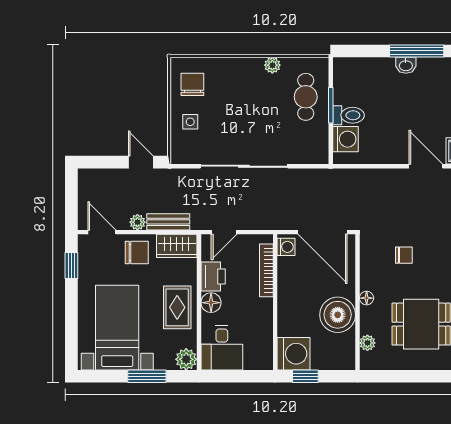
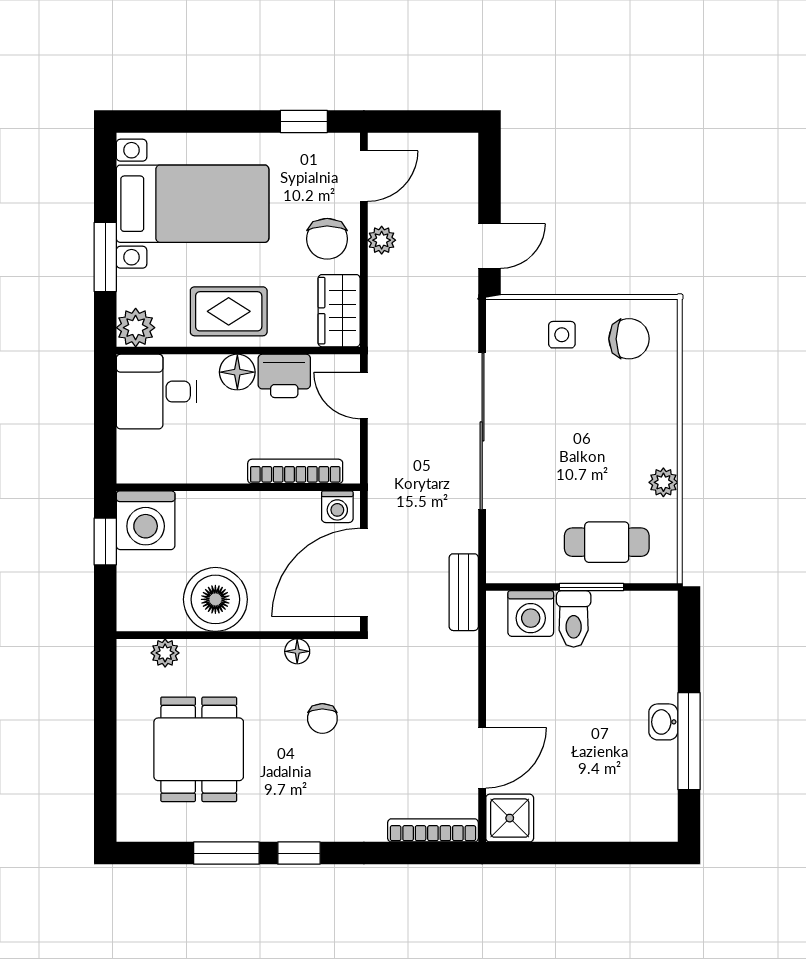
bench: (168, 222) -> (464, 592), moved
floor lamp: (367, 298) -> (297, 651), moved

